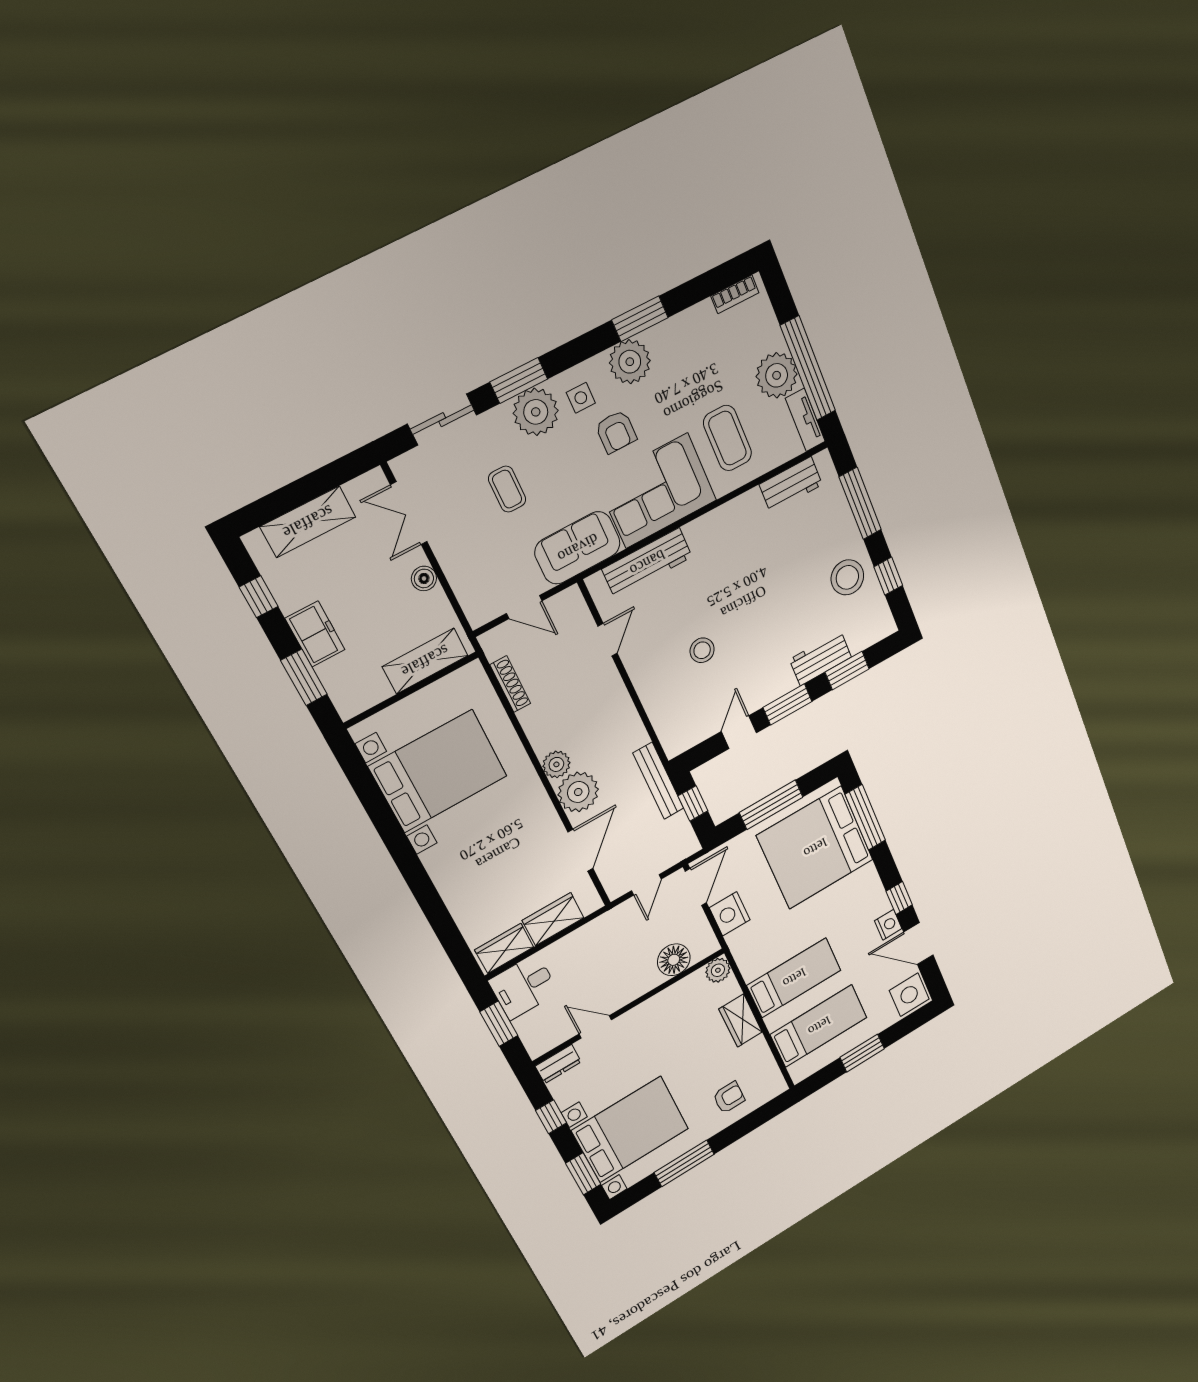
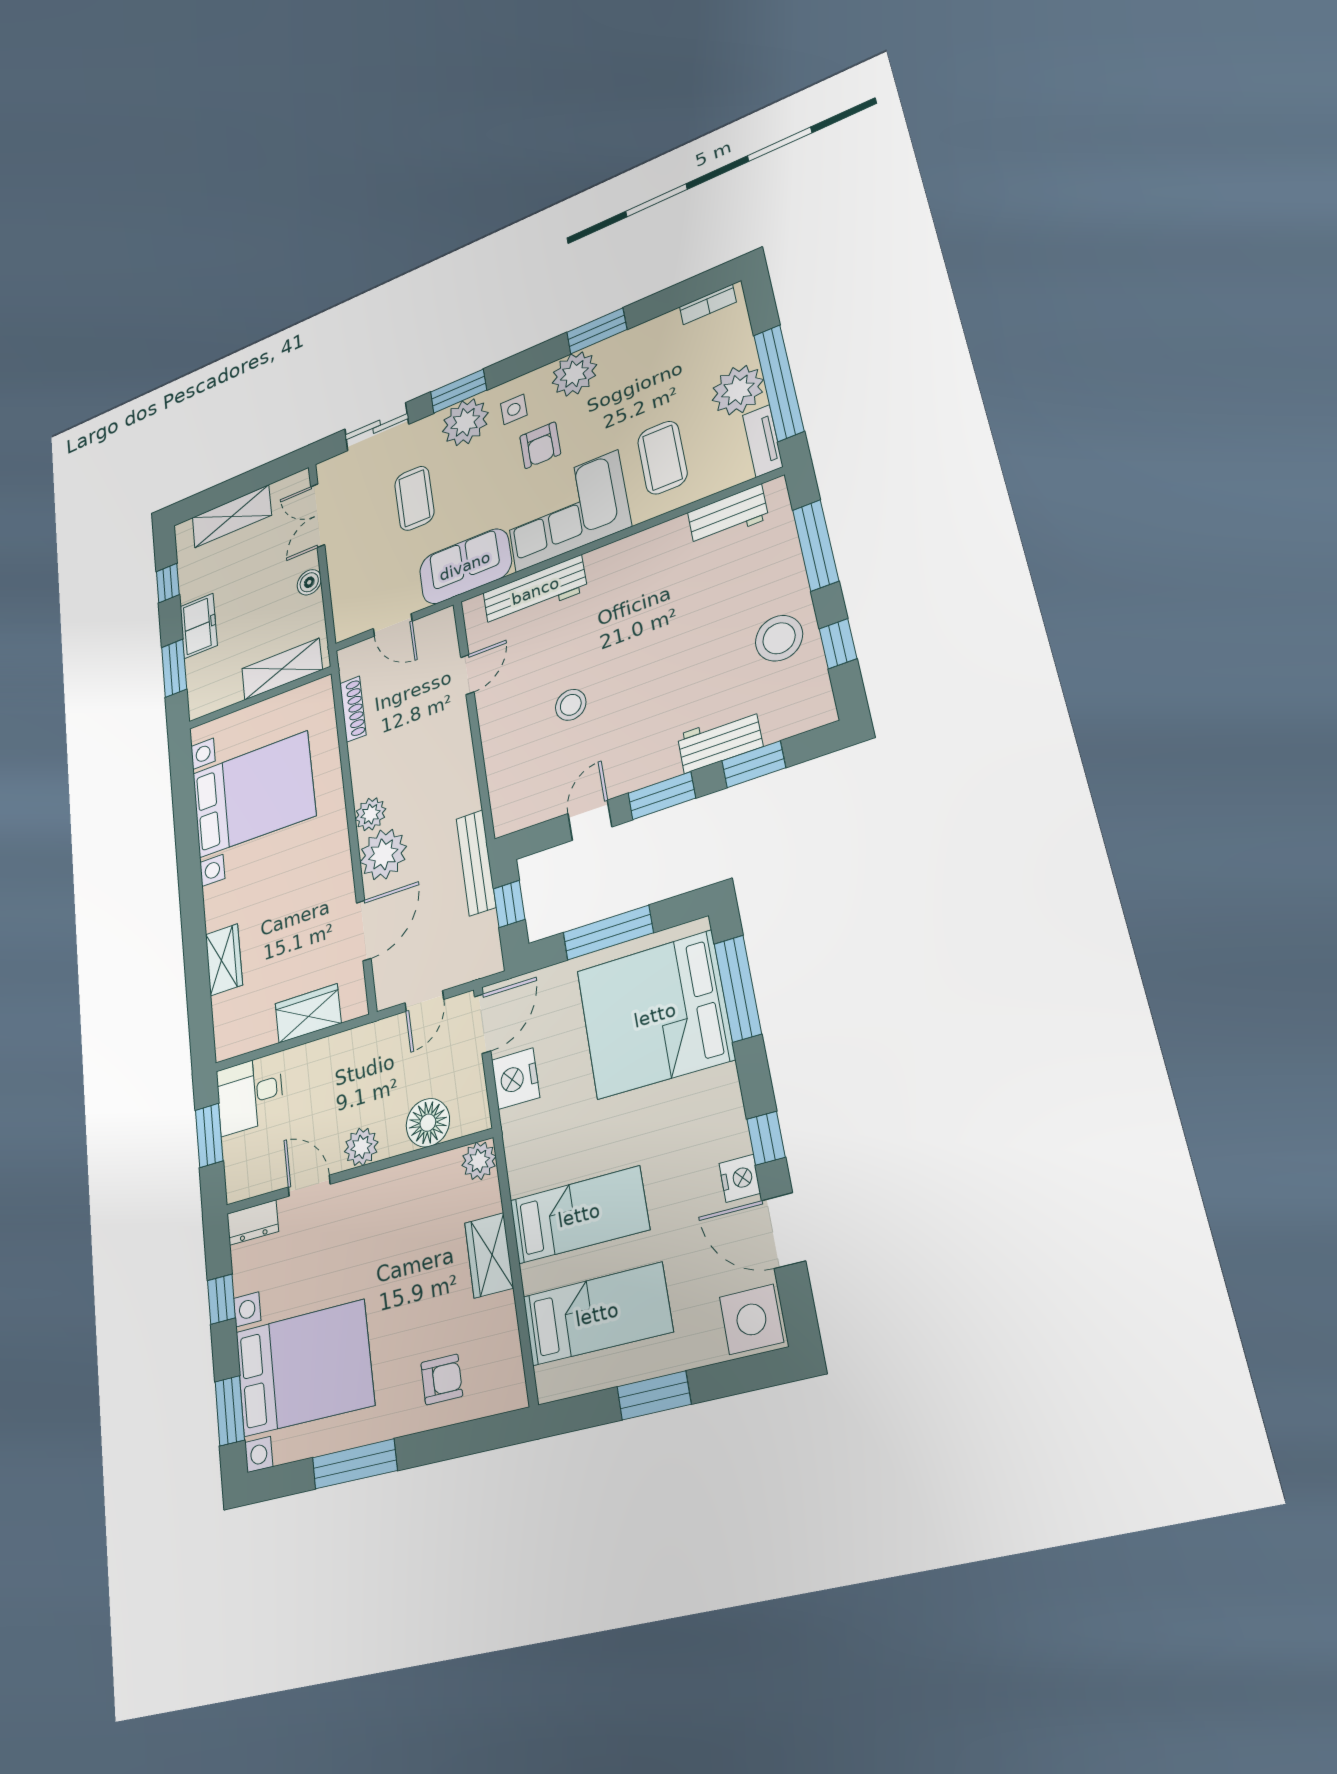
coffee table: (507, 489) -> (414, 498), width x1.36, depth x1.30
wardrobe: (504, 948) -> (224, 960), moved, turned 90
plant: (628, 990) -> (361, 1147), added

